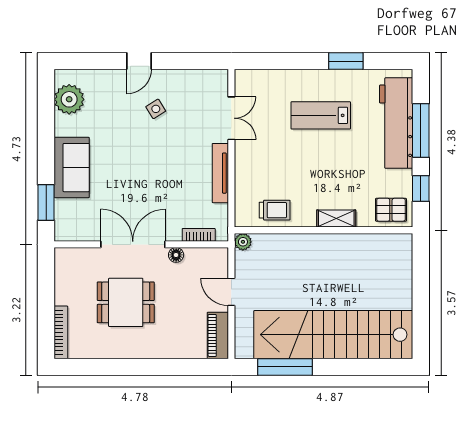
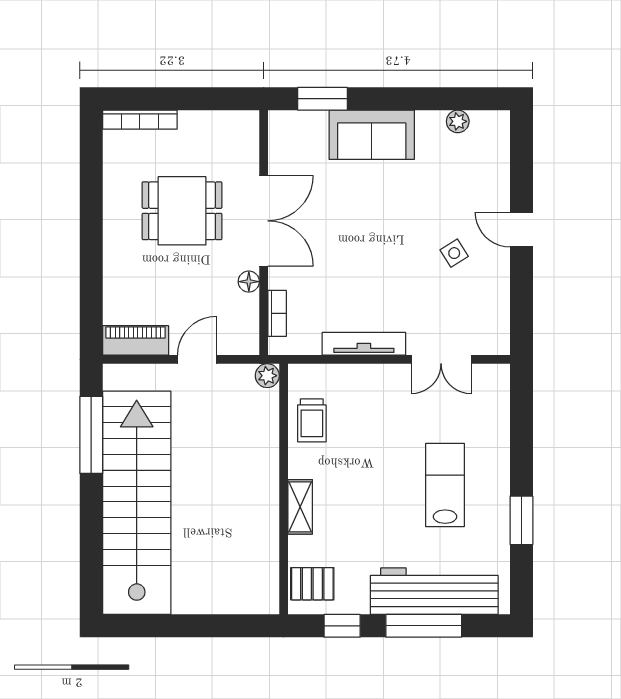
plant: (69, 99) -> (458, 121), width x0.53, depth x0.53
pallet: (391, 210) -> (312, 584), turned 90
dining table: (126, 302) -> (182, 211), turned 90

